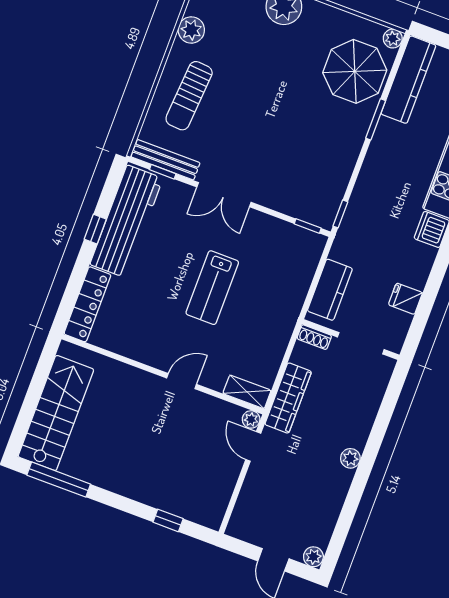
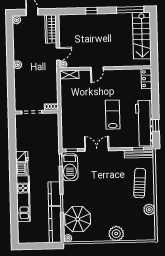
barbecue: (326, 191) -> (70, 167), added
double door: (224, 195) -> (97, 150), moved
window: (95, 229) -> (156, 125), moved
lab bench: (212, 288) -> (113, 115), moved
kitchen counter: (330, 290) -> (54, 194), moved
fridge: (405, 299) -> (22, 156), moved
locker: (87, 304) -> (147, 79), width x0.66
wardrobe: (288, 398) -> (51, 29), moved
door: (253, 446) -> (58, 54), hinge flipped
window: (168, 520) -> (91, 11), moved

